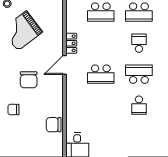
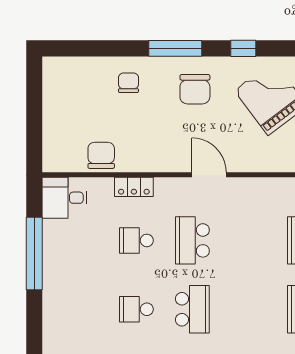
locker: (71, 43) -> (134, 187), moved
school desk: (139, 43) -> (136, 240), moved, turned 180
chair: (29, 80) -> (195, 89), moved, turned -90

